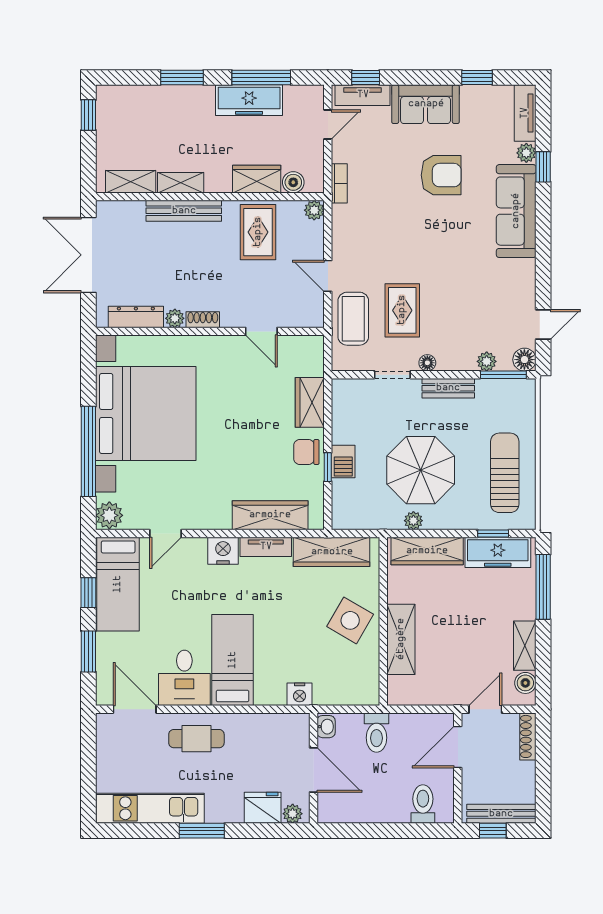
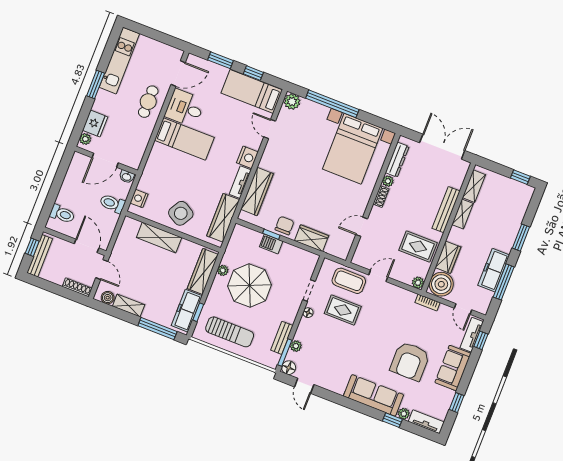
armchair: (441, 175) -> (410, 361), width x1.36, depth x1.36
boiler: (293, 182) -> (441, 284), width x1.86, depth x1.86
bench: (448, 388) -> (282, 338), moved
bed with nightstands: (146, 414) -> (353, 149), width x0.73
nightstand: (300, 694) -> (139, 199), moved

